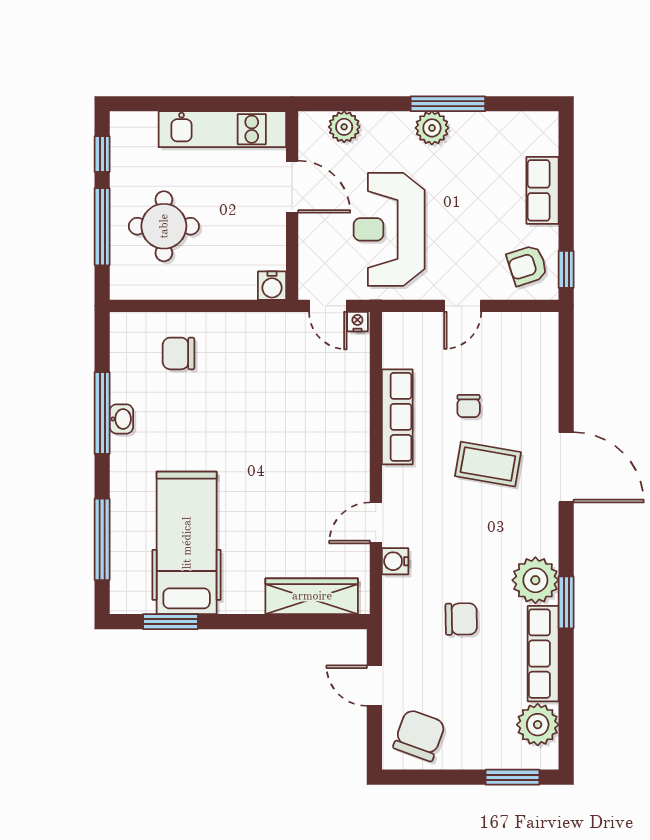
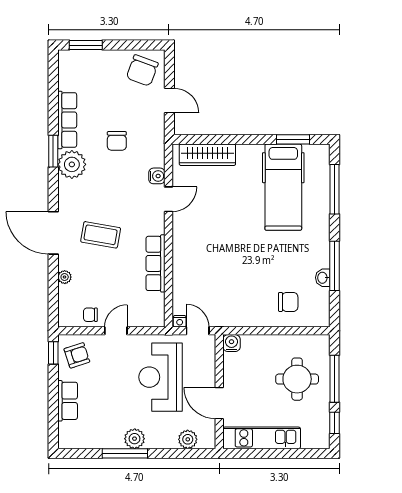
reception desk: (389, 229) -> (160, 377), turned 180
chair: (469, 406) -> (90, 315), moved, turned -90
washbasin: (121, 419) -> (323, 278), moved
chair: (461, 619) -> (117, 141), turned -89
plant: (538, 725) -> (65, 277), moved, width x0.53, depth x0.53

